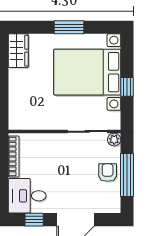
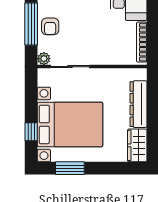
window: (69, 27) -> (70, 168), moved
window: (127, 87) -> (31, 132), moved
dresser: (17, 93) -> (139, 104), added

